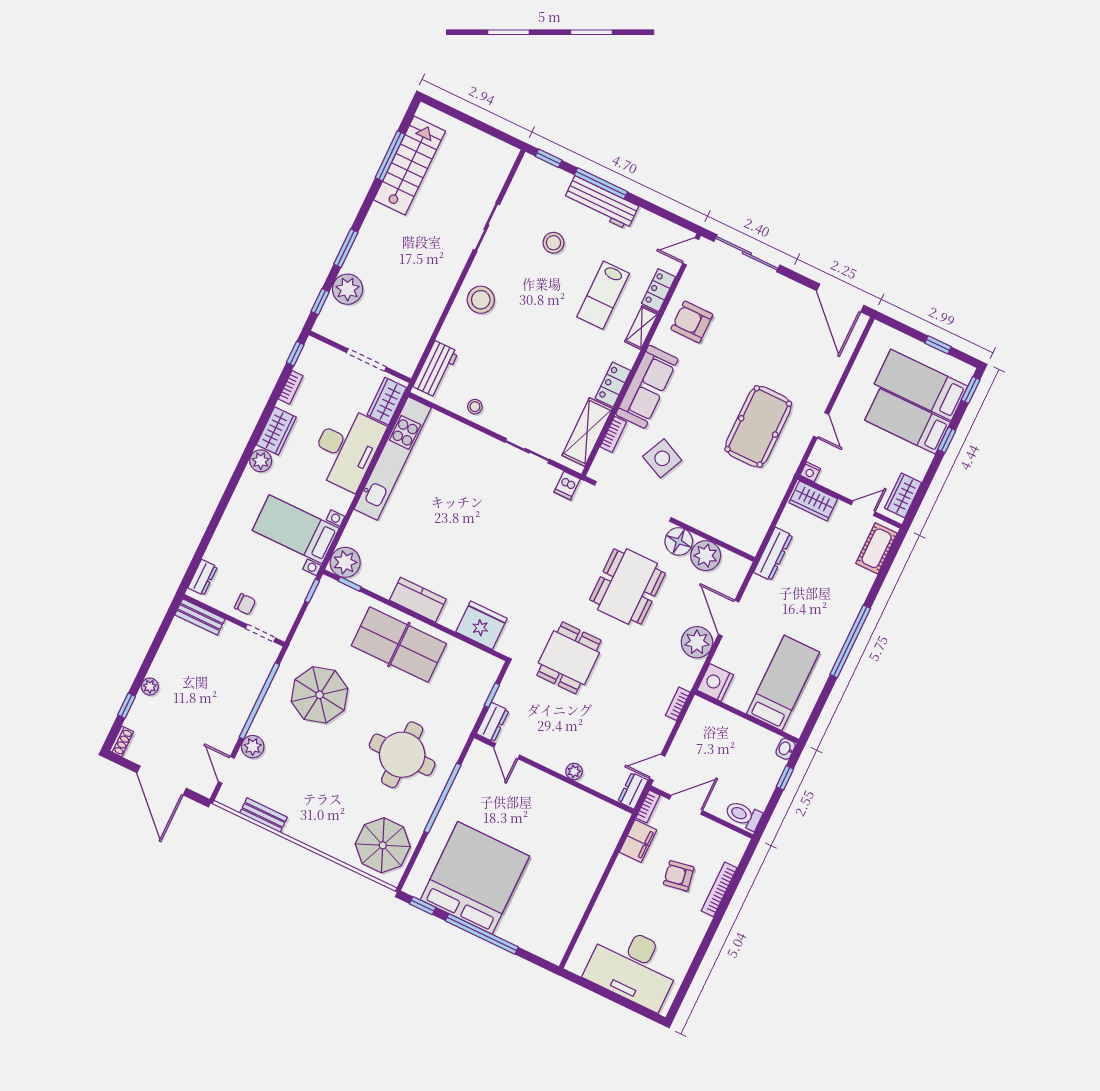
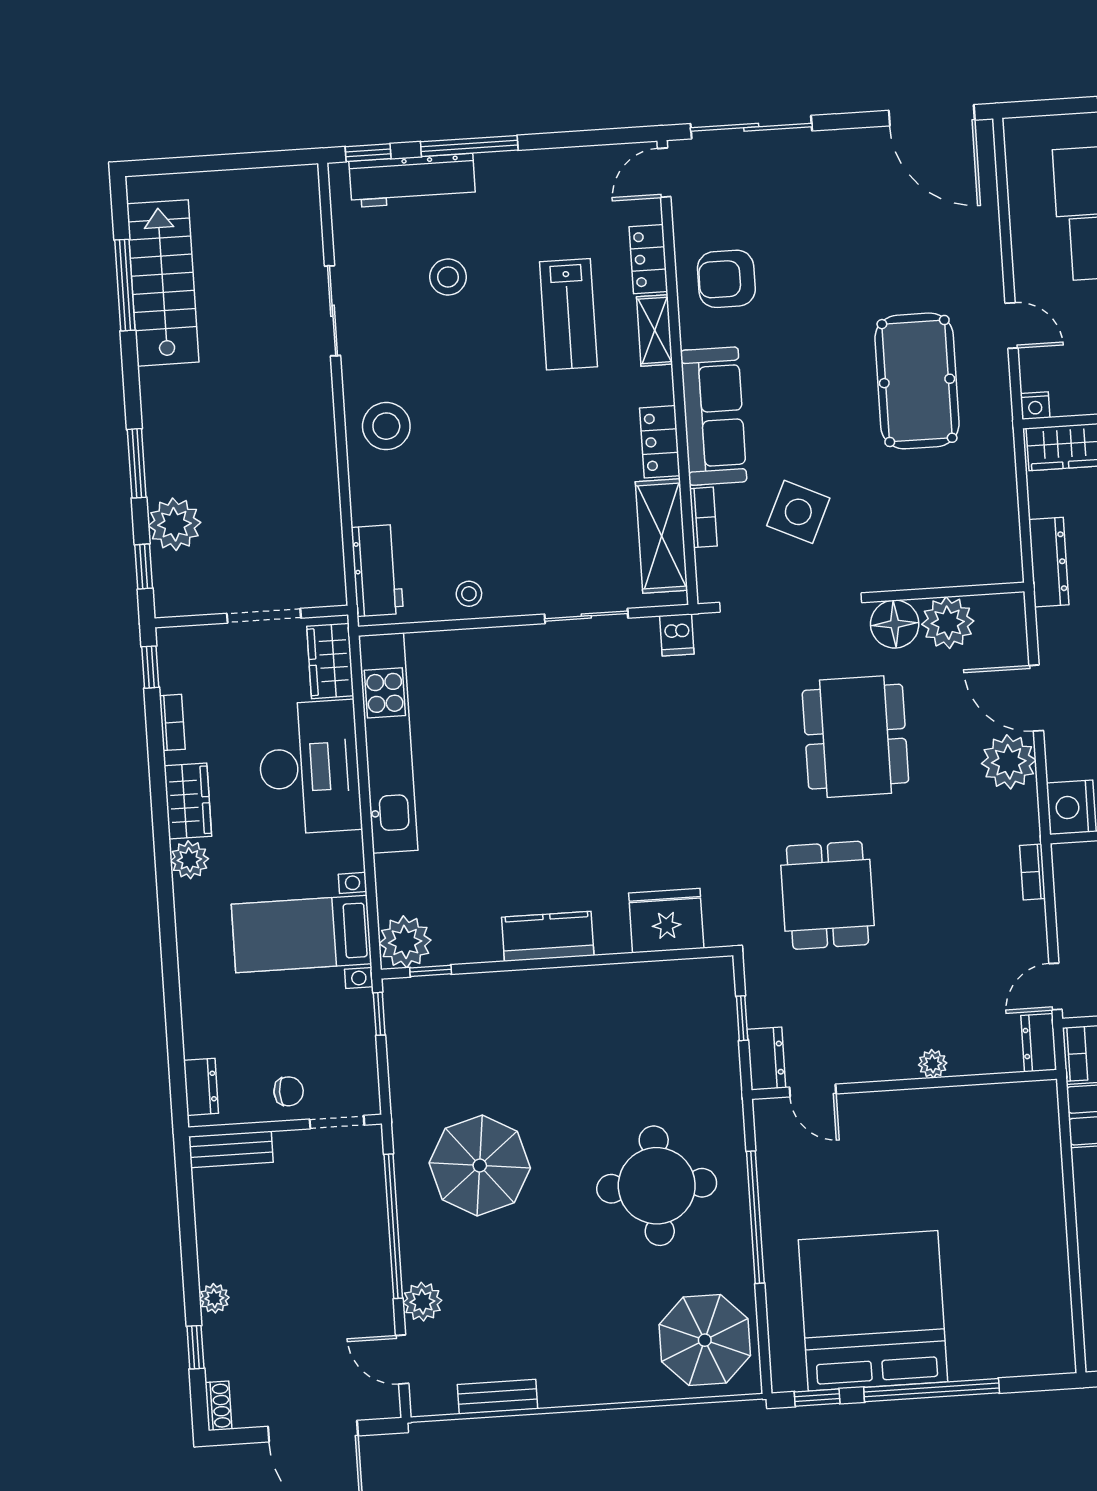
workbench: (601, 203) -> (412, 180), moved
table tennis table: (399, 645) -> (557, 1021), removed

